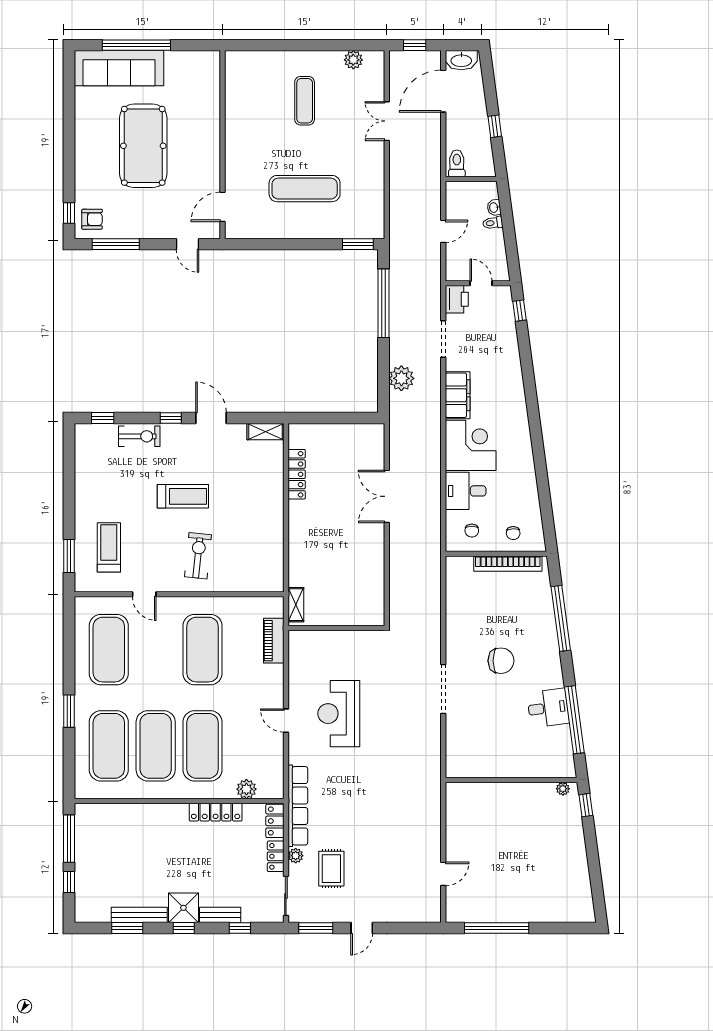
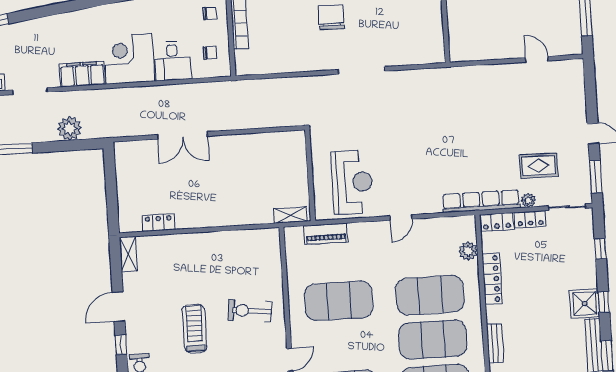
locker: (297, 474) -> (158, 223), width x0.66
reception desk: (339, 714) -> (352, 182), moved, turned -90
bench: (220, 915) -> (495, 343), moved

